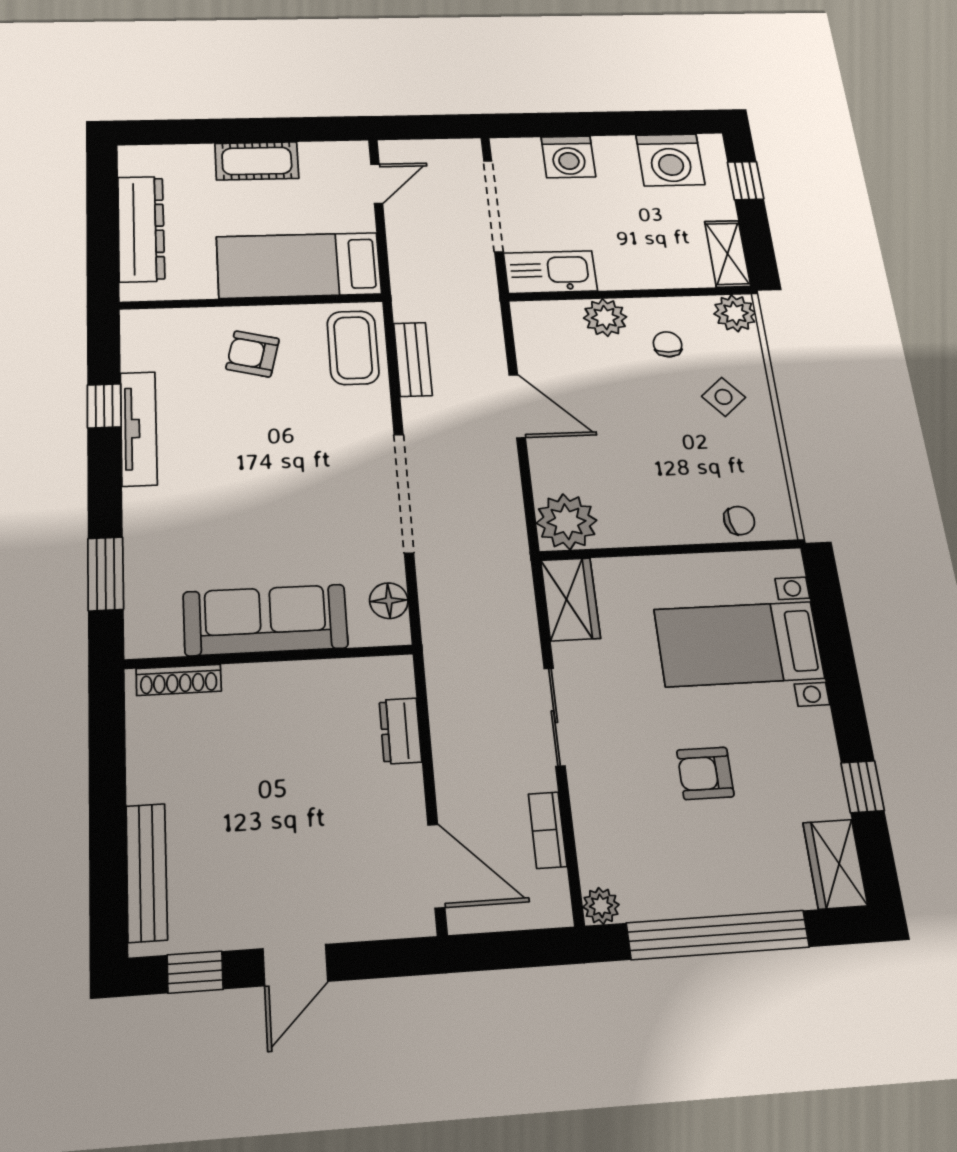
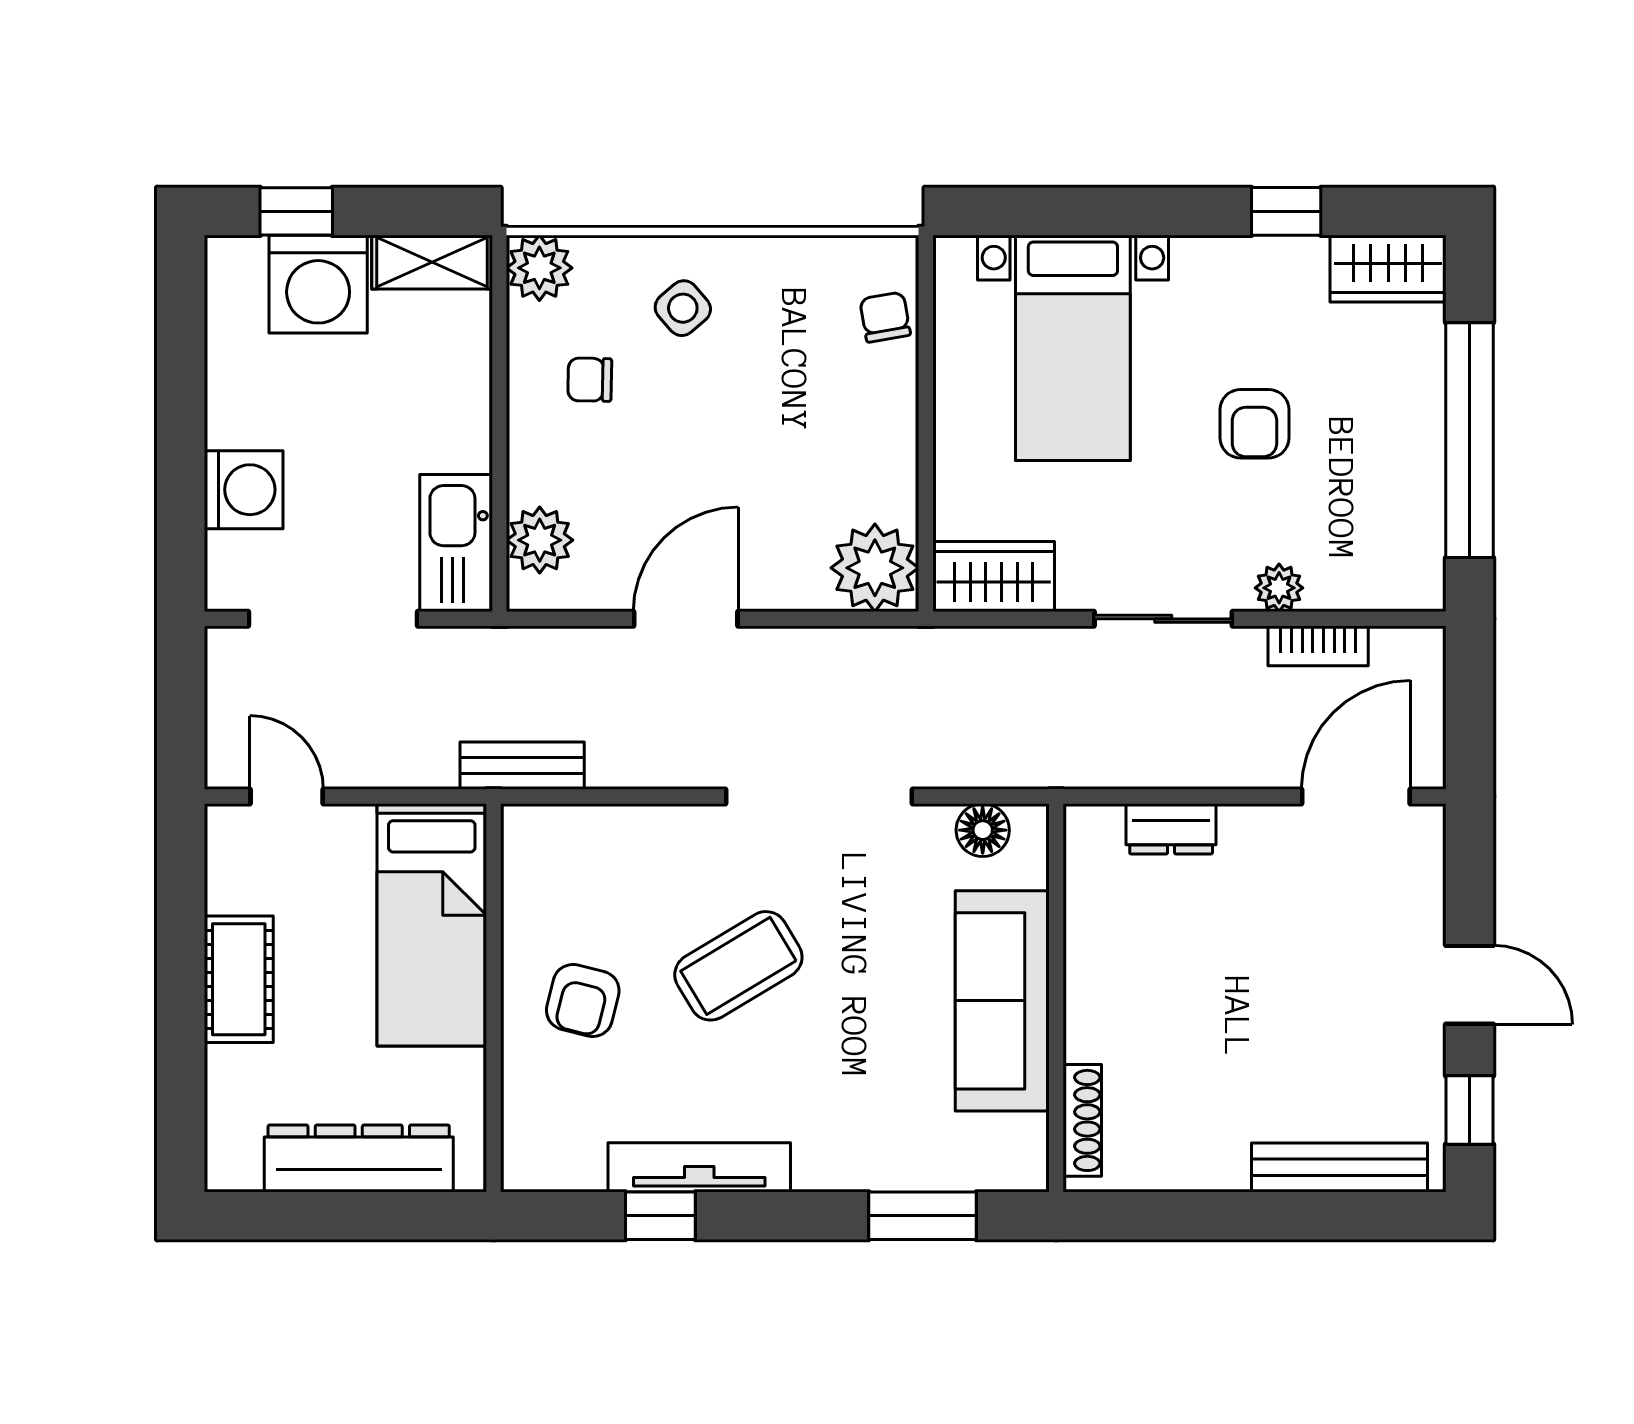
washing machine: (670, 160) -> (318, 284), moved, turned 90
plant: (605, 318) -> (540, 540), moved
coffee table: (353, 348) -> (738, 966), moved, turned -31
bench: (413, 359) -> (522, 766), moved
plant: (601, 906) -> (1279, 588), moved

